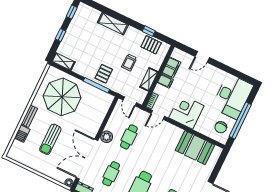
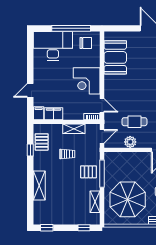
window: (61, 35) -> (84, 228), moved
door: (202, 57) -> (30, 90), swing flipped
shelving: (63, 61) -> (95, 202), moved
filing cabinet: (165, 81) -> (39, 113), moved
plant: (107, 137) -> (130, 142), moved

